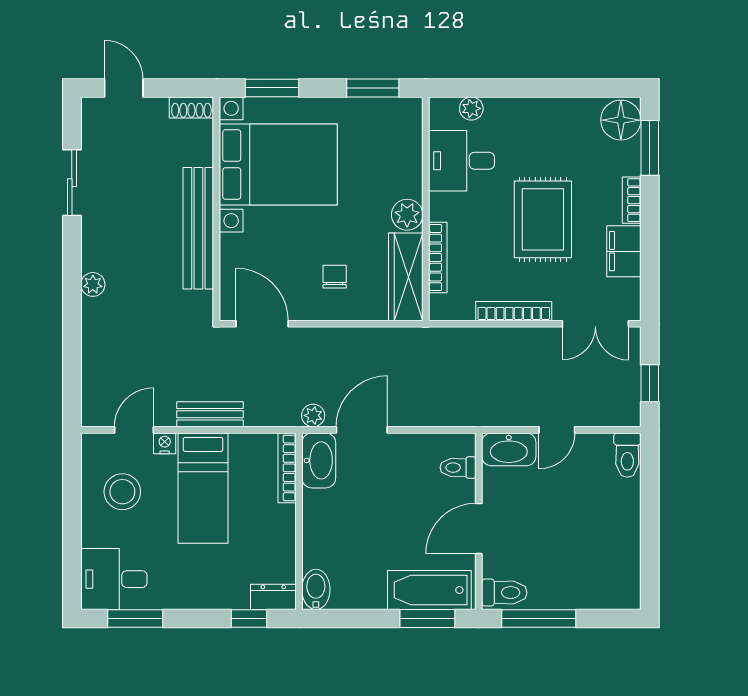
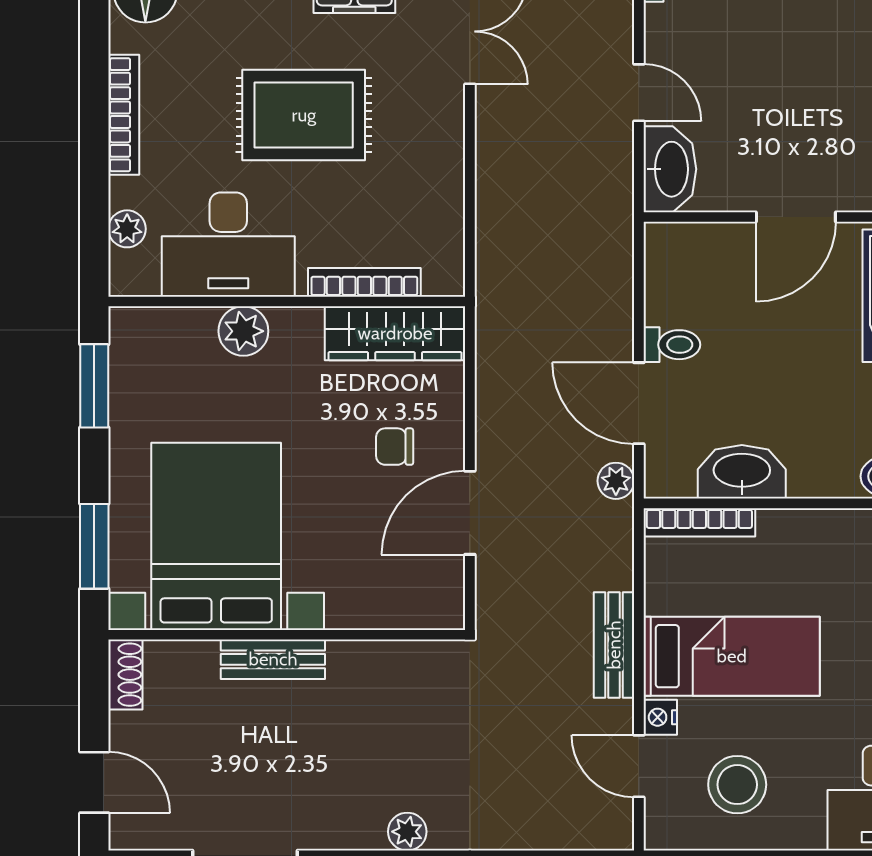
door: (124, 88) -> (94, 782), swing flipped
desk: (461, 161) -> (228, 245), width x1.37
plant: (407, 215) -> (243, 331), moved
bench: (198, 228) -> (273, 659), width x0.54, depth x0.82
bookcase: (514, 311) -> (124, 115), moved, turned 180
door: (262, 324) -> (470, 513), moved
washbasin: (319, 460) -> (742, 472), moved
toilet: (458, 468) -> (672, 345), moved, turned -90
door: (479, 528) -> (796, 217), hinge flipped

